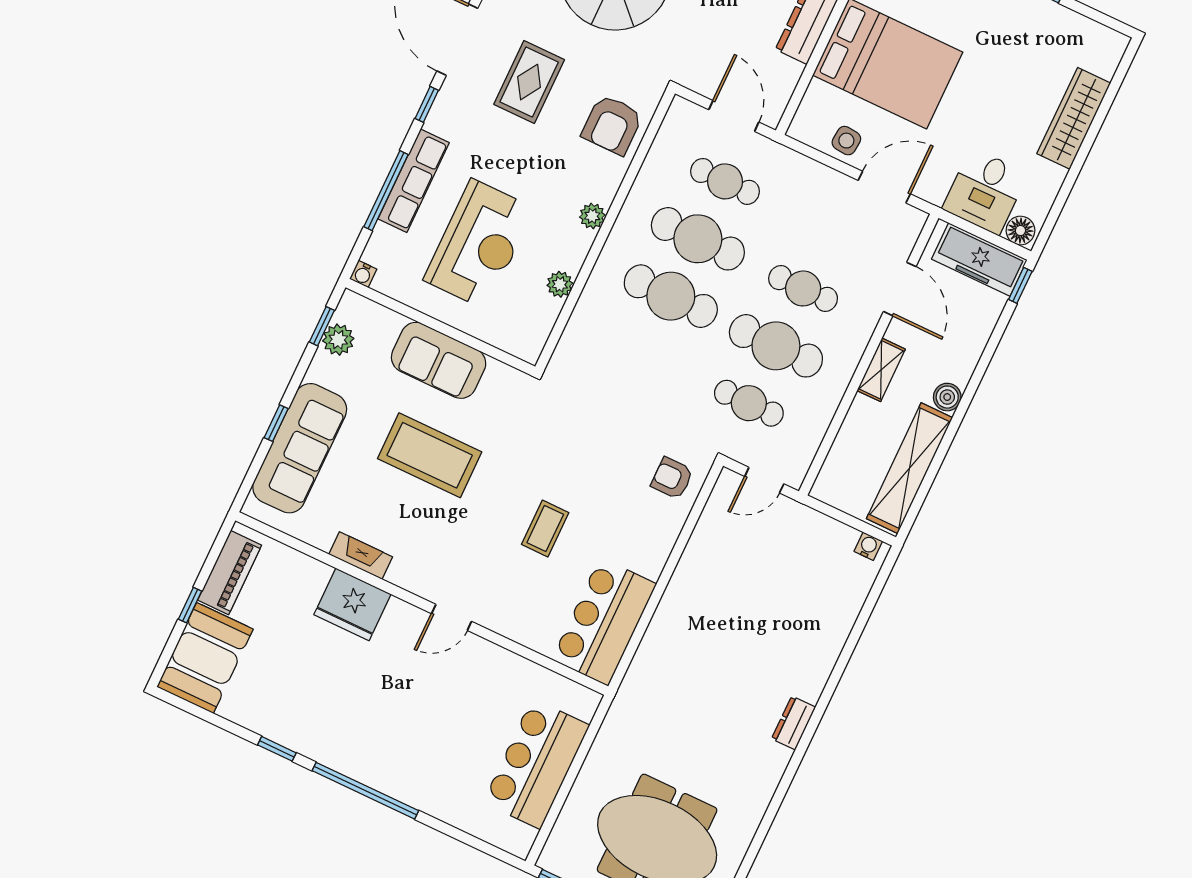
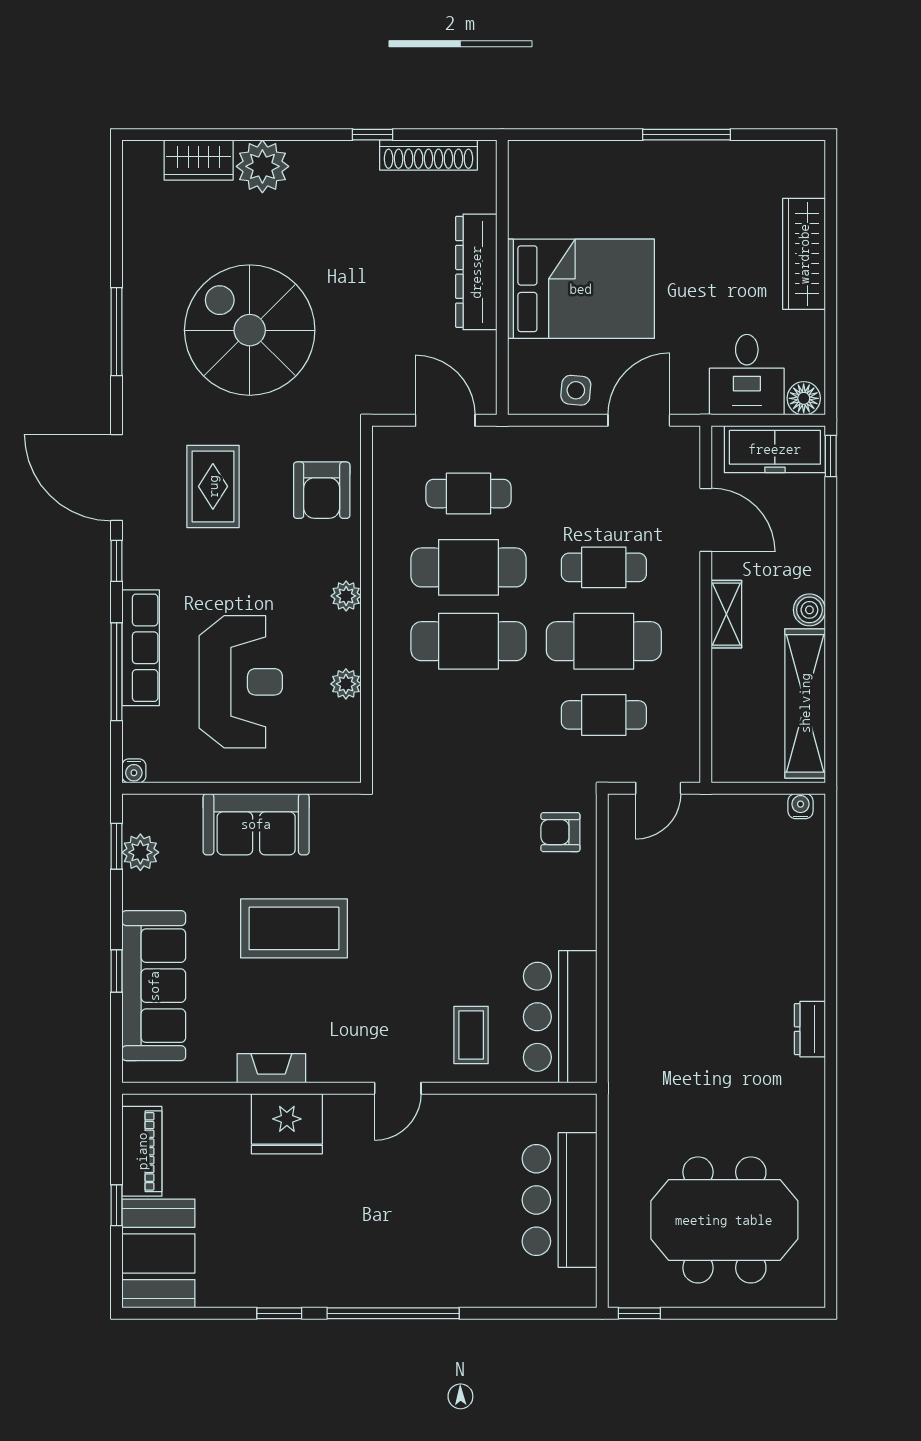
coffee table: (545, 529) -> (471, 1035), moved

